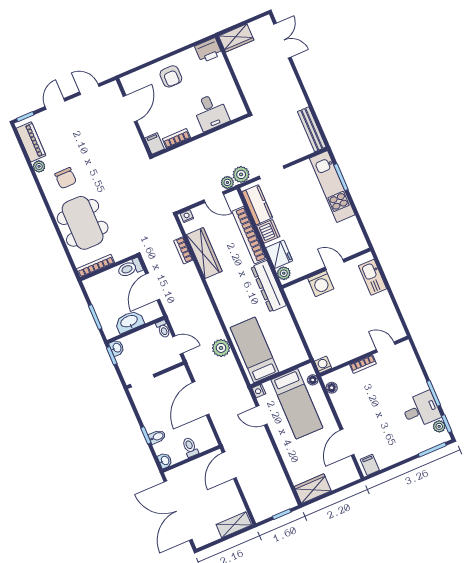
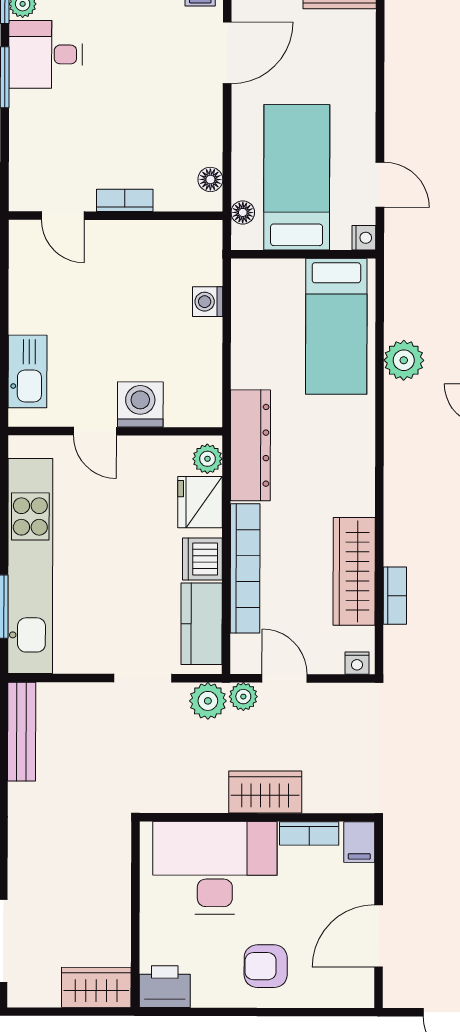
armchair: (171, 76) -> (266, 966), turned -90
desk: (211, 112) -> (215, 868), width x1.87, depth x1.30
wardrobe: (202, 147) -> (265, 792), added
kitchen unit: (332, 187) -> (30, 566), width x1.36
washing machine: (323, 365) -> (208, 302), moved, turned 90

